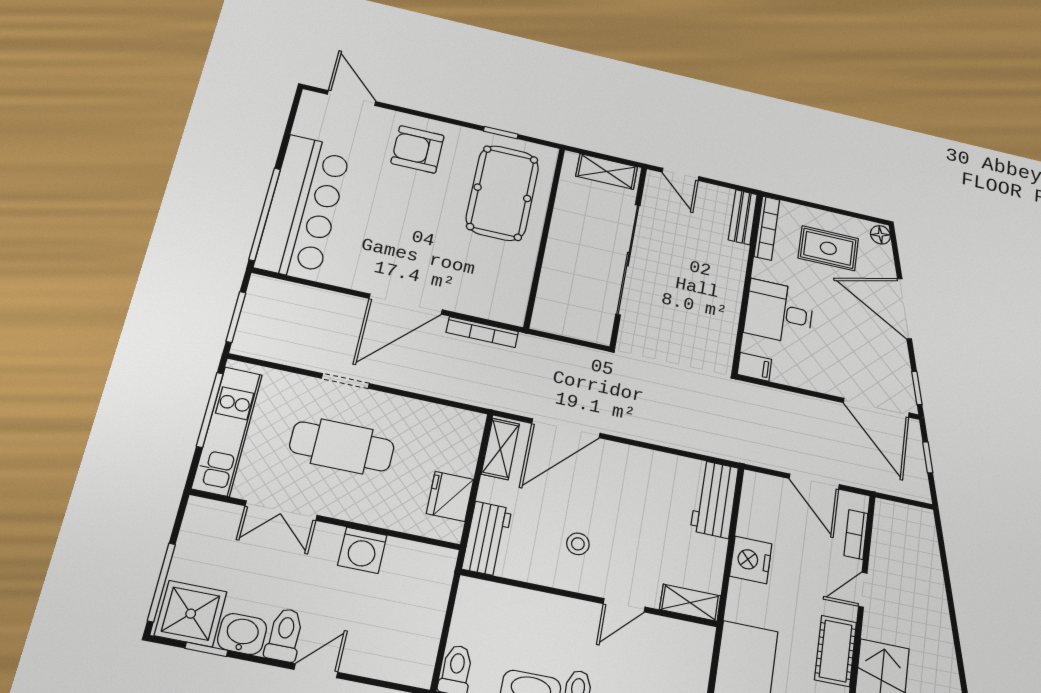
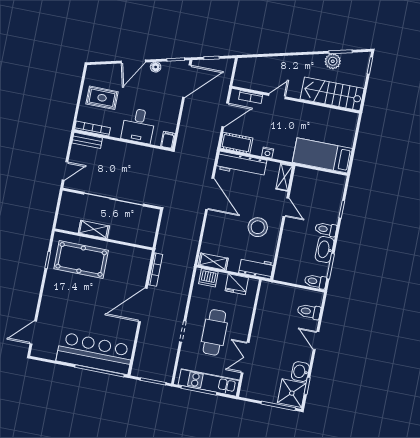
armchair: (418, 149) -> (60, 300), removed
shelving: (607, 171) -> (94, 229), moved, turned 90
floor lamp: (880, 235) -> (156, 67), moved
rug: (828, 248) -> (102, 98), turned 90
door: (406, 304) -> (143, 305), swing flipped
door: (904, 308) -> (133, 62), width x0.73
door: (566, 428) -> (210, 194), moved
dishwasher: (465, 438) -> (208, 278), added
workbench: (714, 499) -> (241, 164), width x1.38
double door: (281, 511) -> (245, 358), swing flipped
stool: (578, 544) -> (258, 227), width x1.89, depth x1.89
washing machine: (362, 550) -> (263, 322), removed
nightstand: (751, 560) -> (268, 153), width x0.53, depth x0.56
door: (863, 590) -> (277, 96), swing flipped
toilet: (285, 635) -> (309, 312), moved
cot: (836, 651) -> (236, 143), moved

